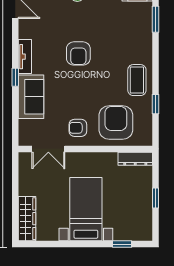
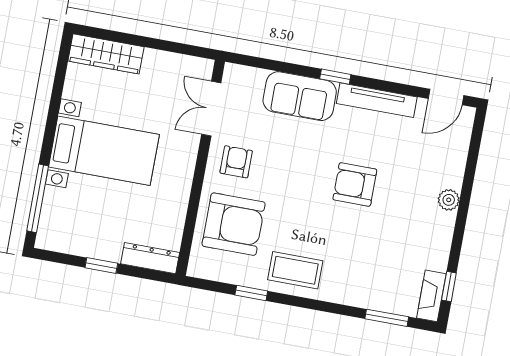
tv unit: (25, 57) -> (377, 100), width x1.41
dresser: (135, 159) -> (150, 258), moved, turned 90
window: (122, 244) -> (38, 198), width x2.17

